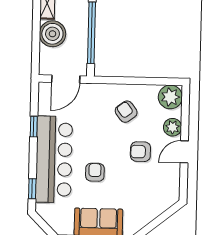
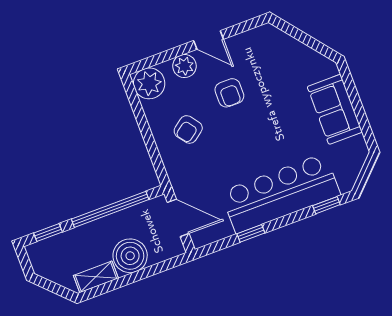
armchair: (95, 172) -> (276, 138), removed

